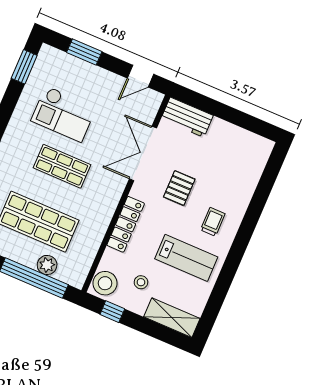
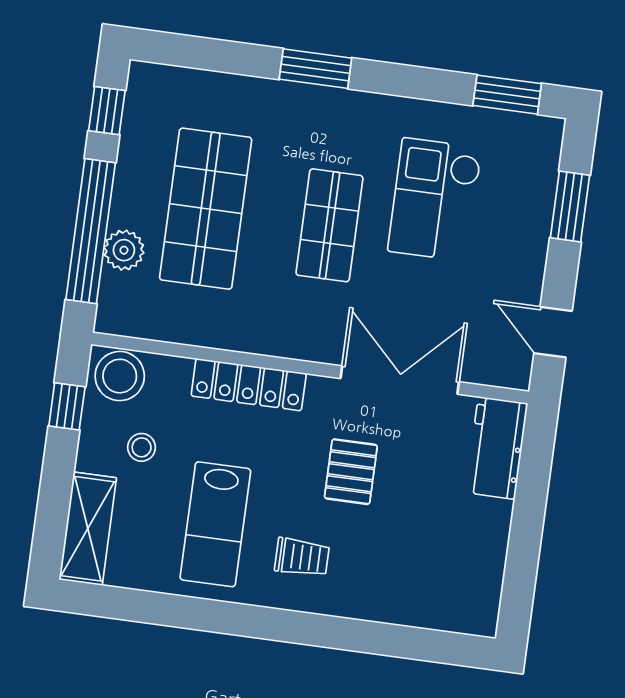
pallet: (179, 188) -> (351, 472), turned 90

